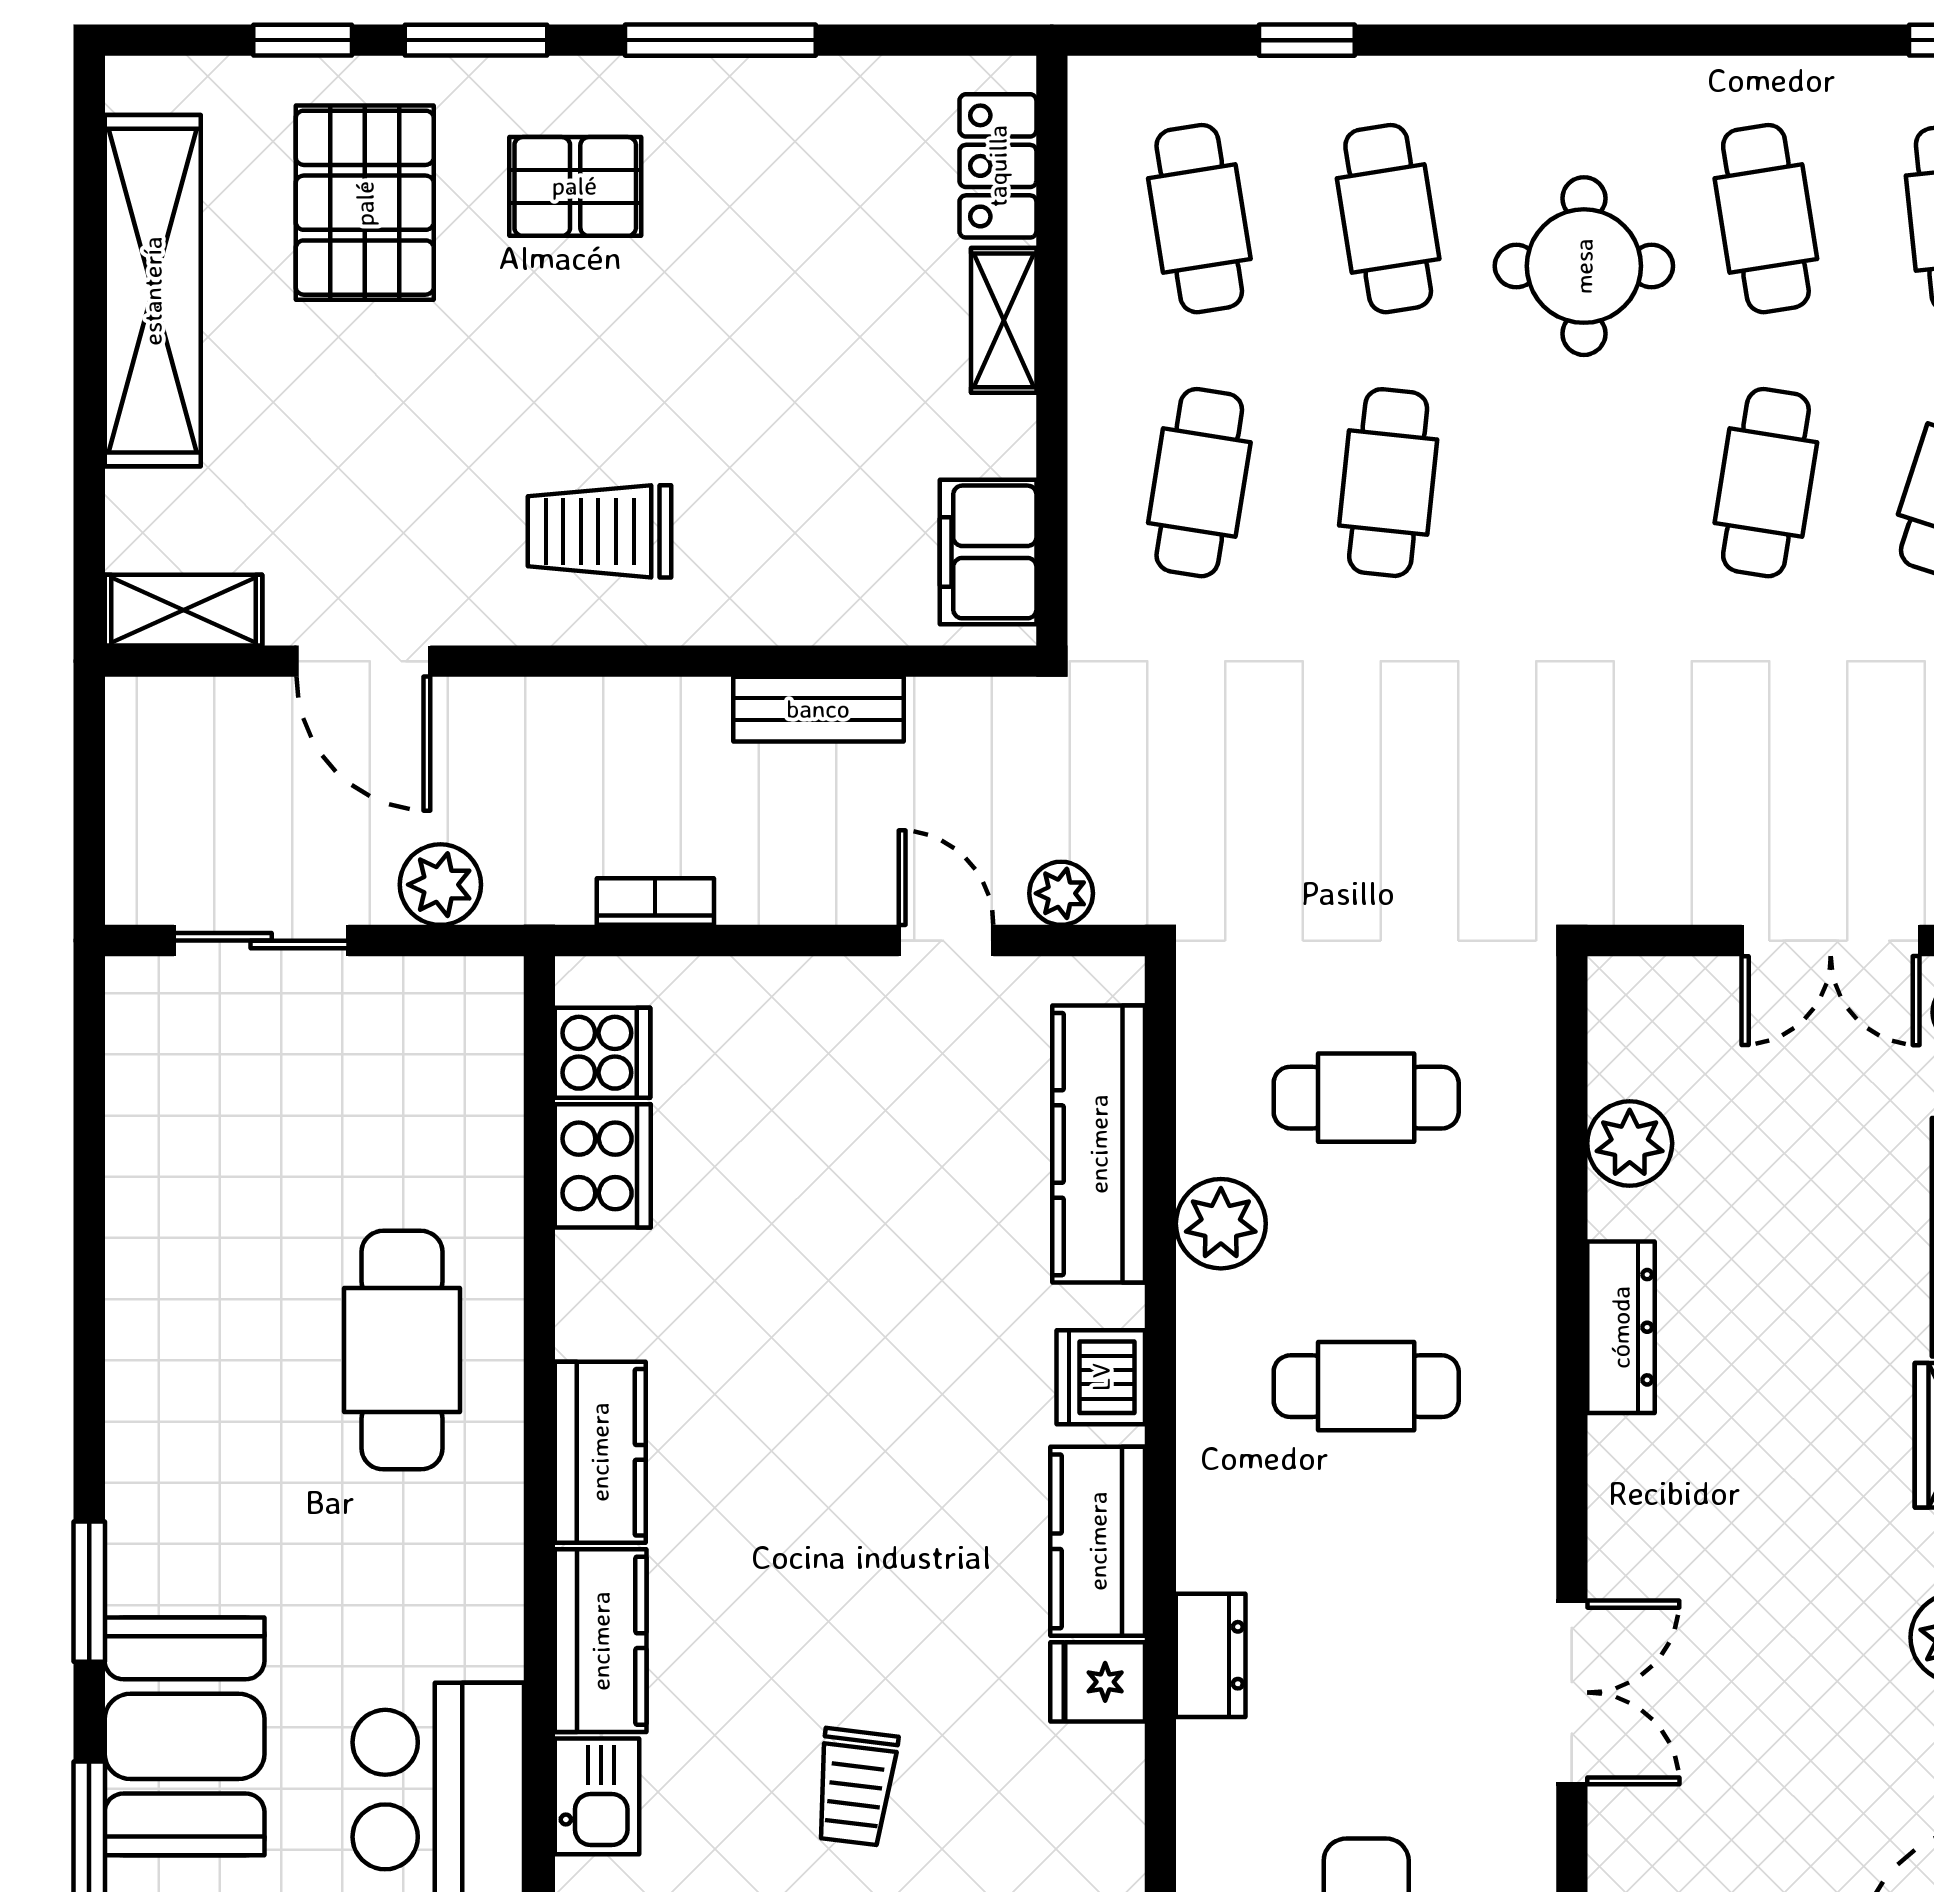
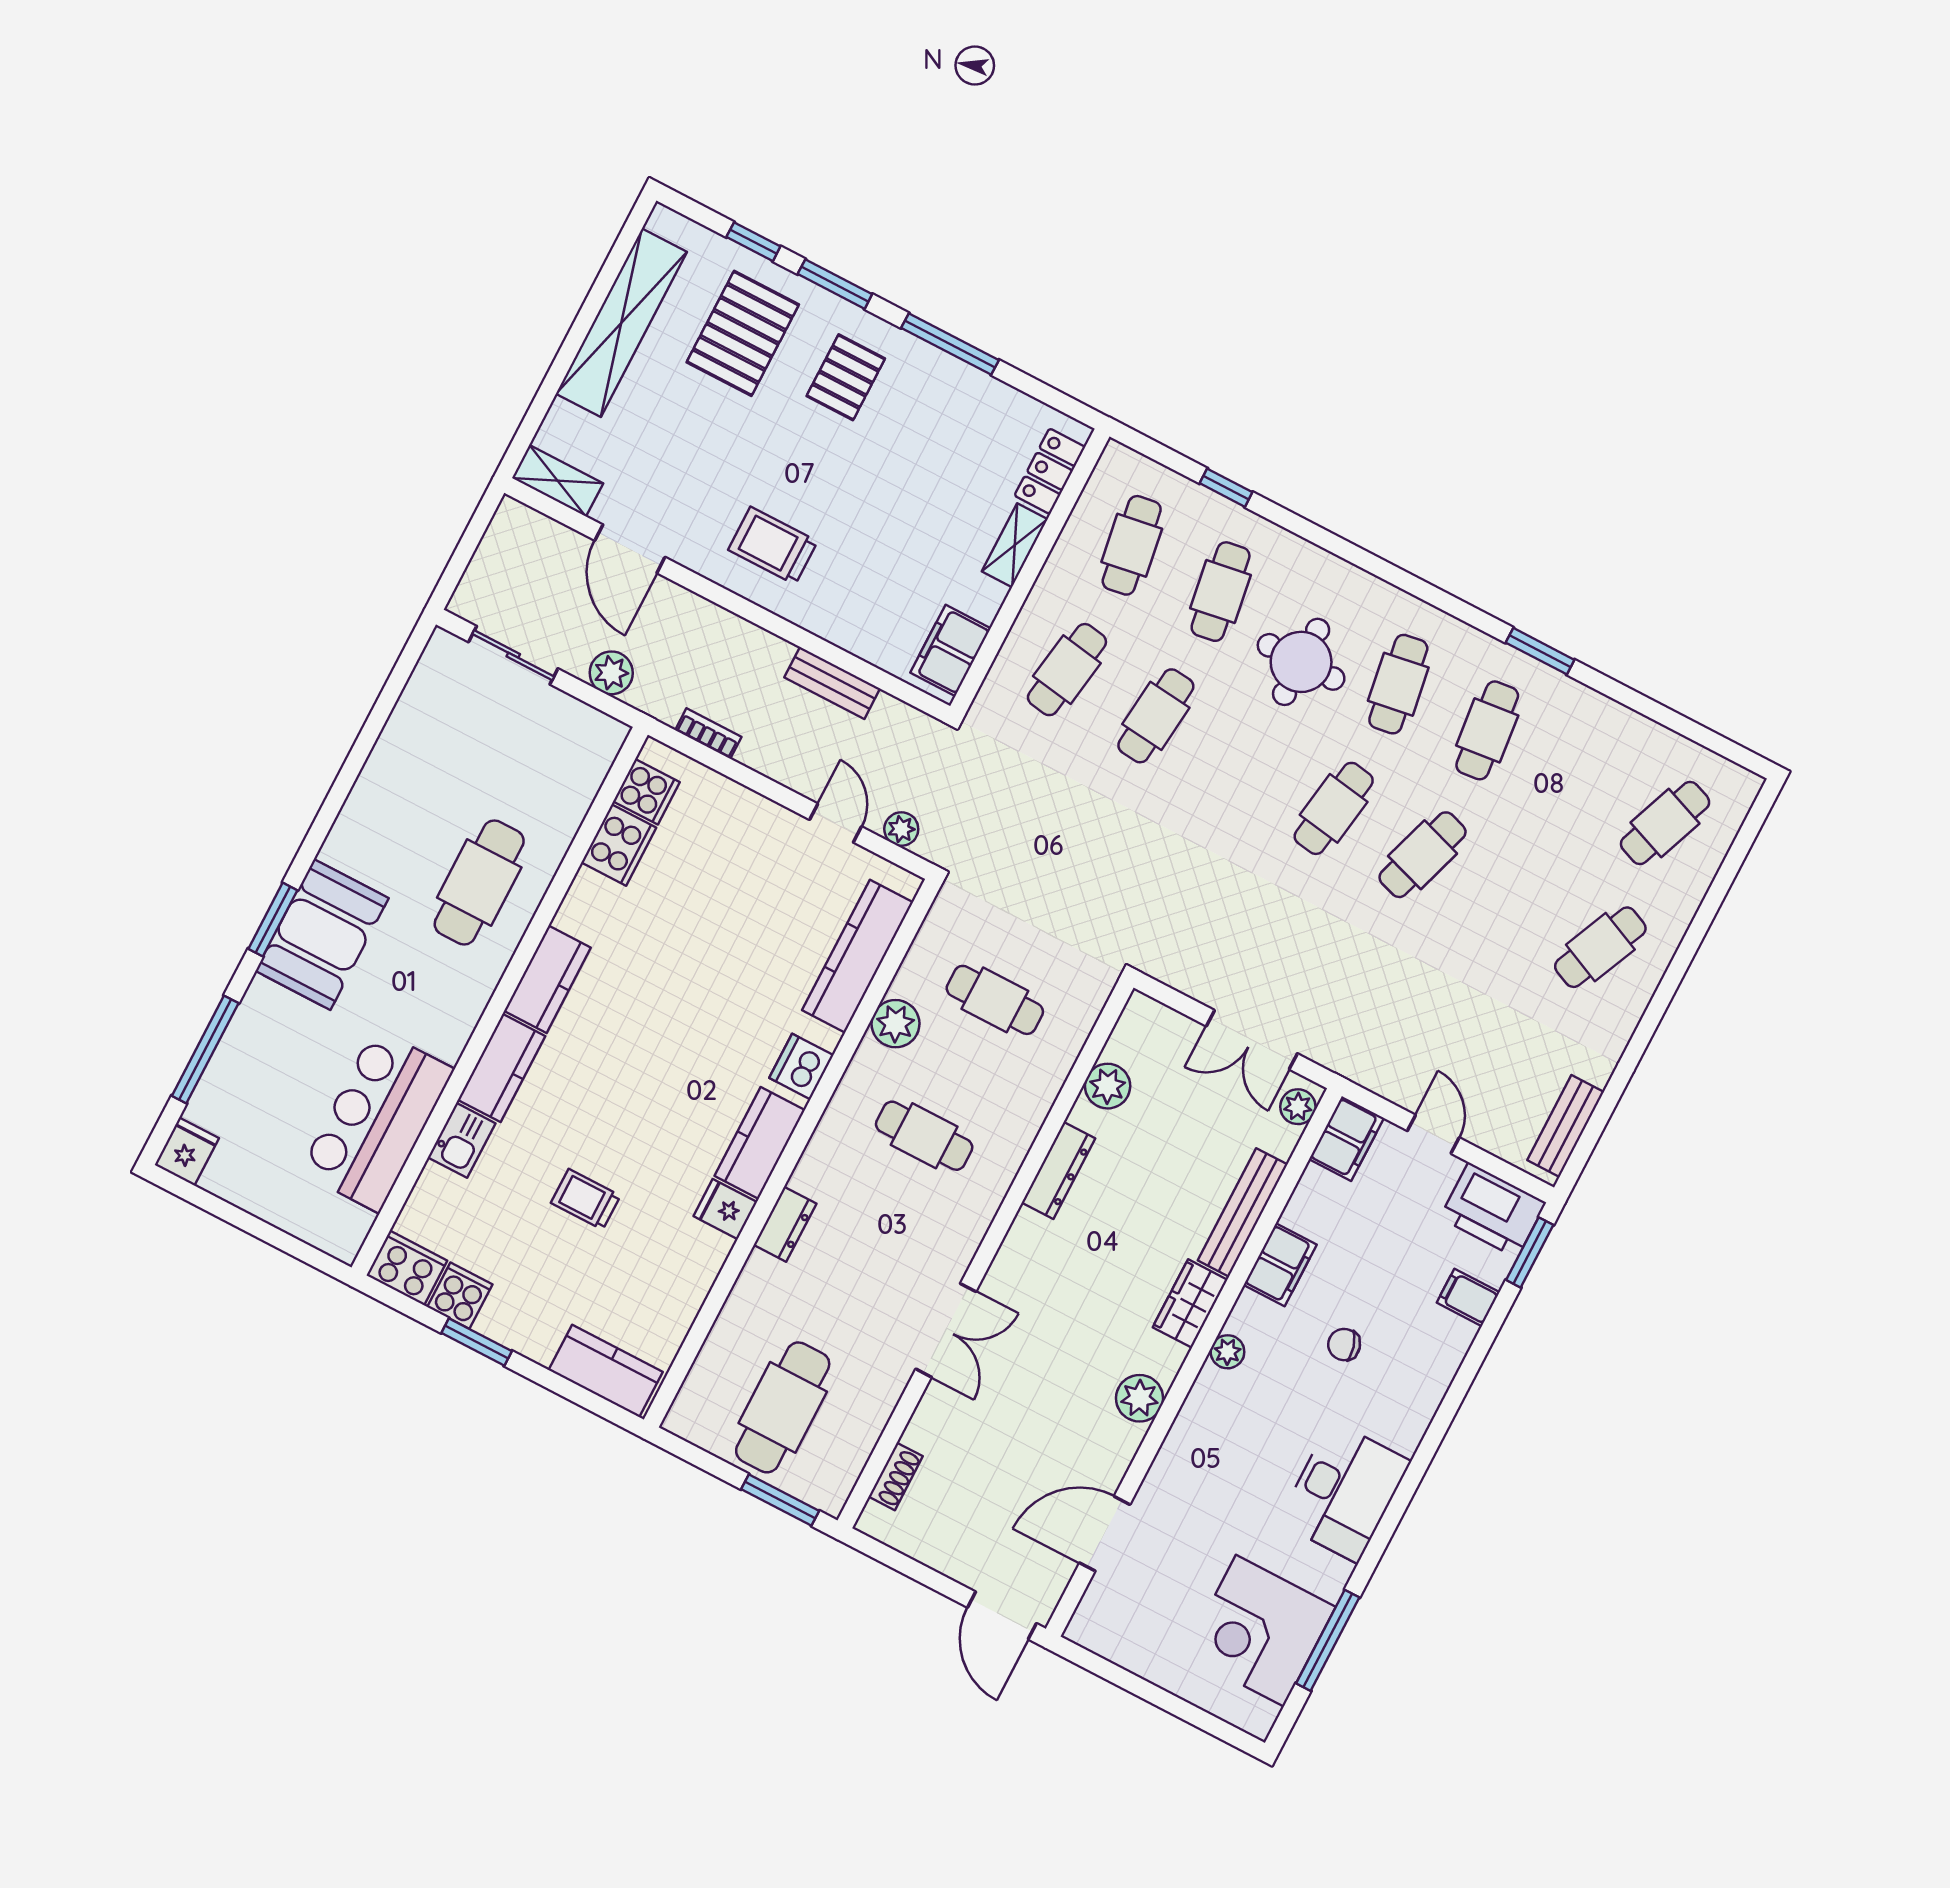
pallet: (575, 186) -> (846, 377), turned 90
booth: (185, 1736) -> (322, 935), moved
trolley: (856, 1787) -> (586, 1199), turned 83

